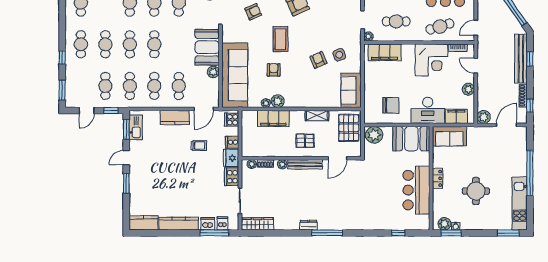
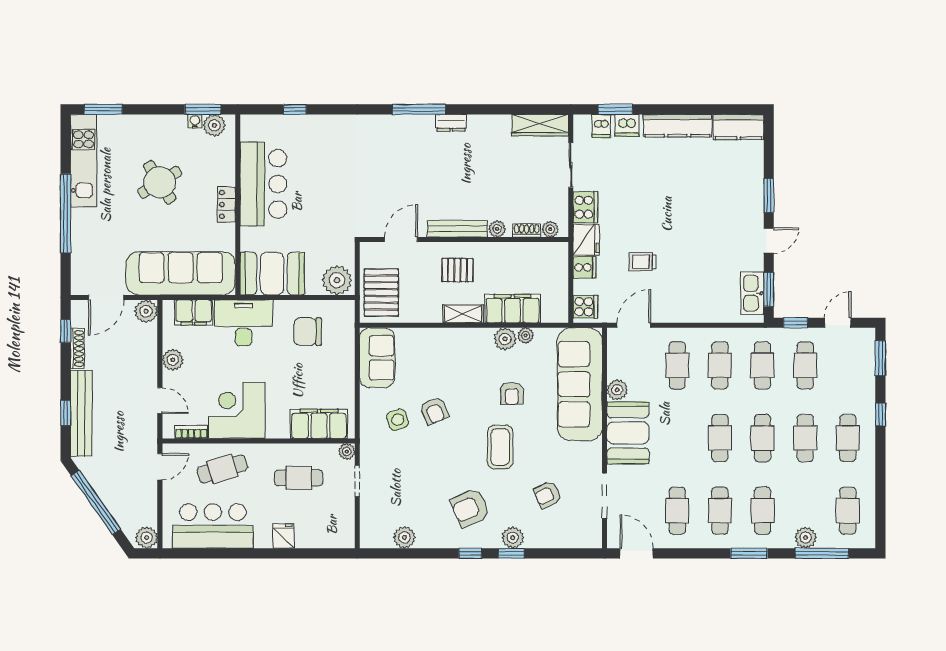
shelving: (317, 116) -> (463, 314), moved
kitchen counter: (175, 118) -> (684, 310), removed
sofa: (449, 136) -> (181, 273), width x1.85, depth x1.27
round table: (476, 191) -> (160, 182), turned -32
window: (214, 233) -> (615, 109), width x0.69

